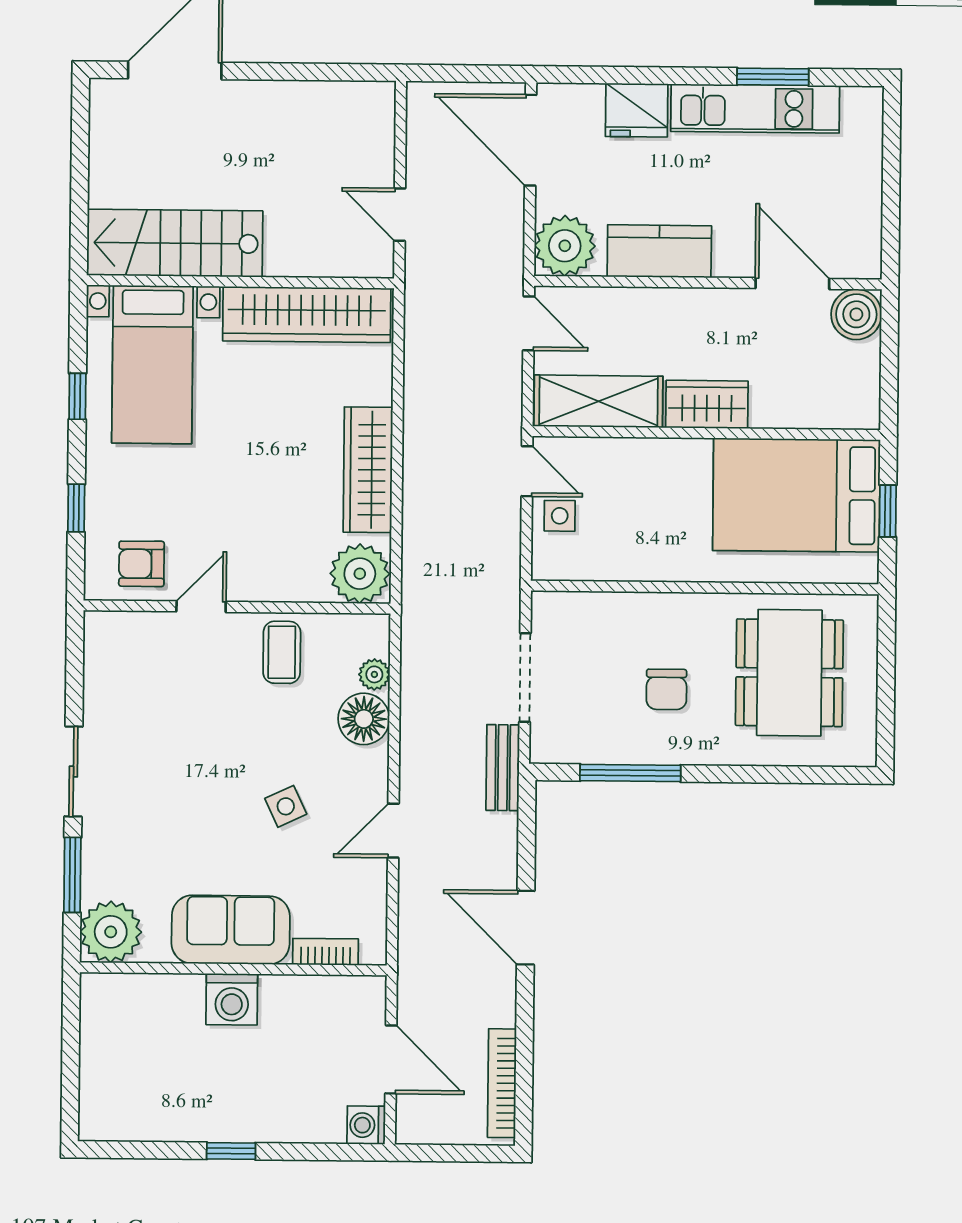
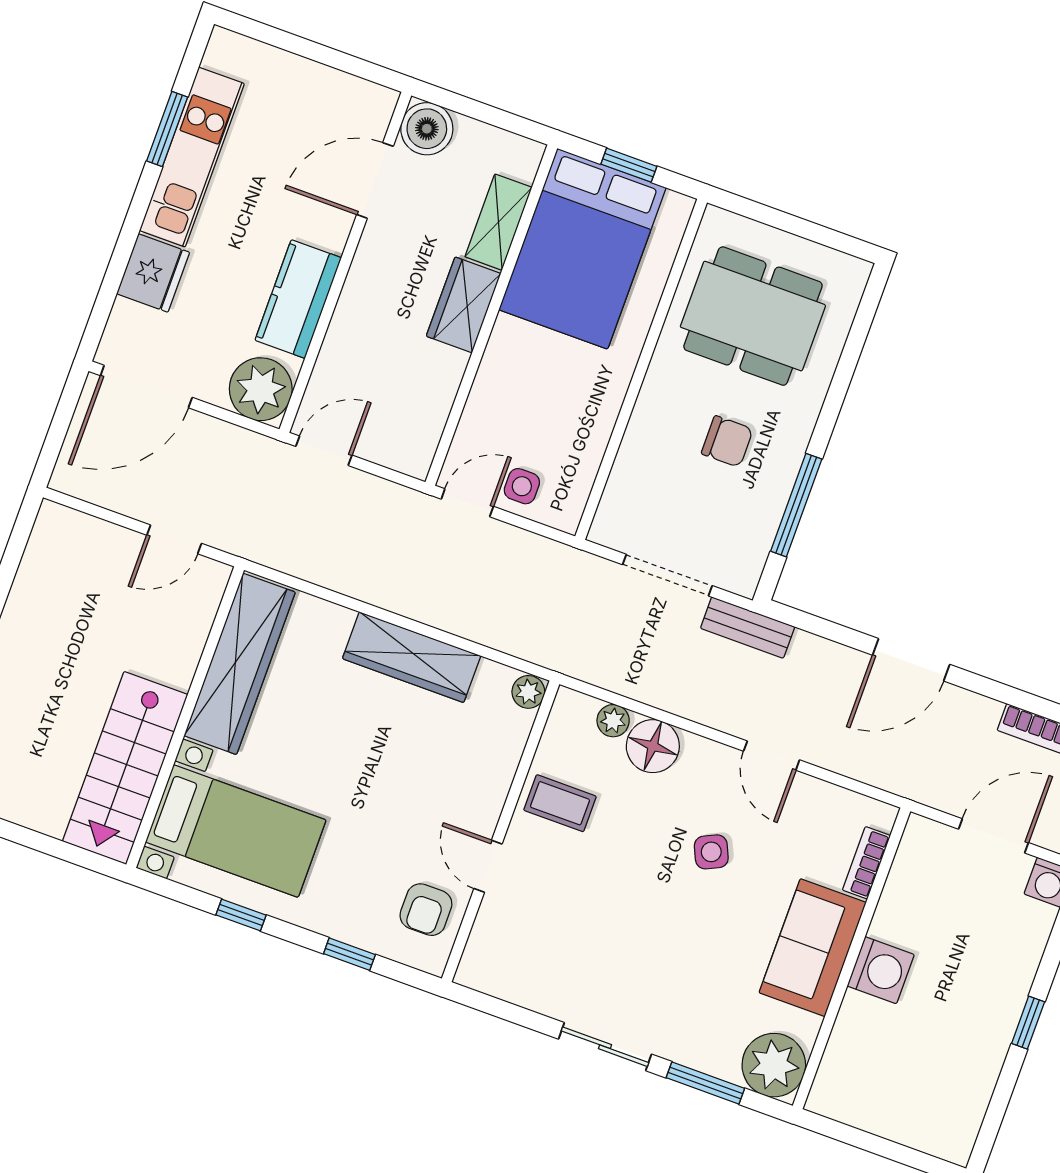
shelving: (598, 401) -> (498, 222), moved, width x0.67, depth x0.75
plant: (360, 574) -> (528, 692), width x0.53, depth x0.53

